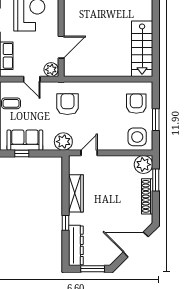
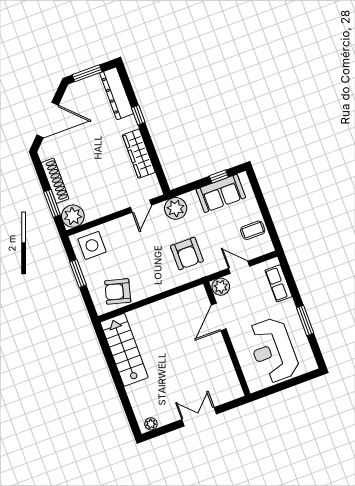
armchair: (136, 104) -> (118, 292), moved, turned 105

